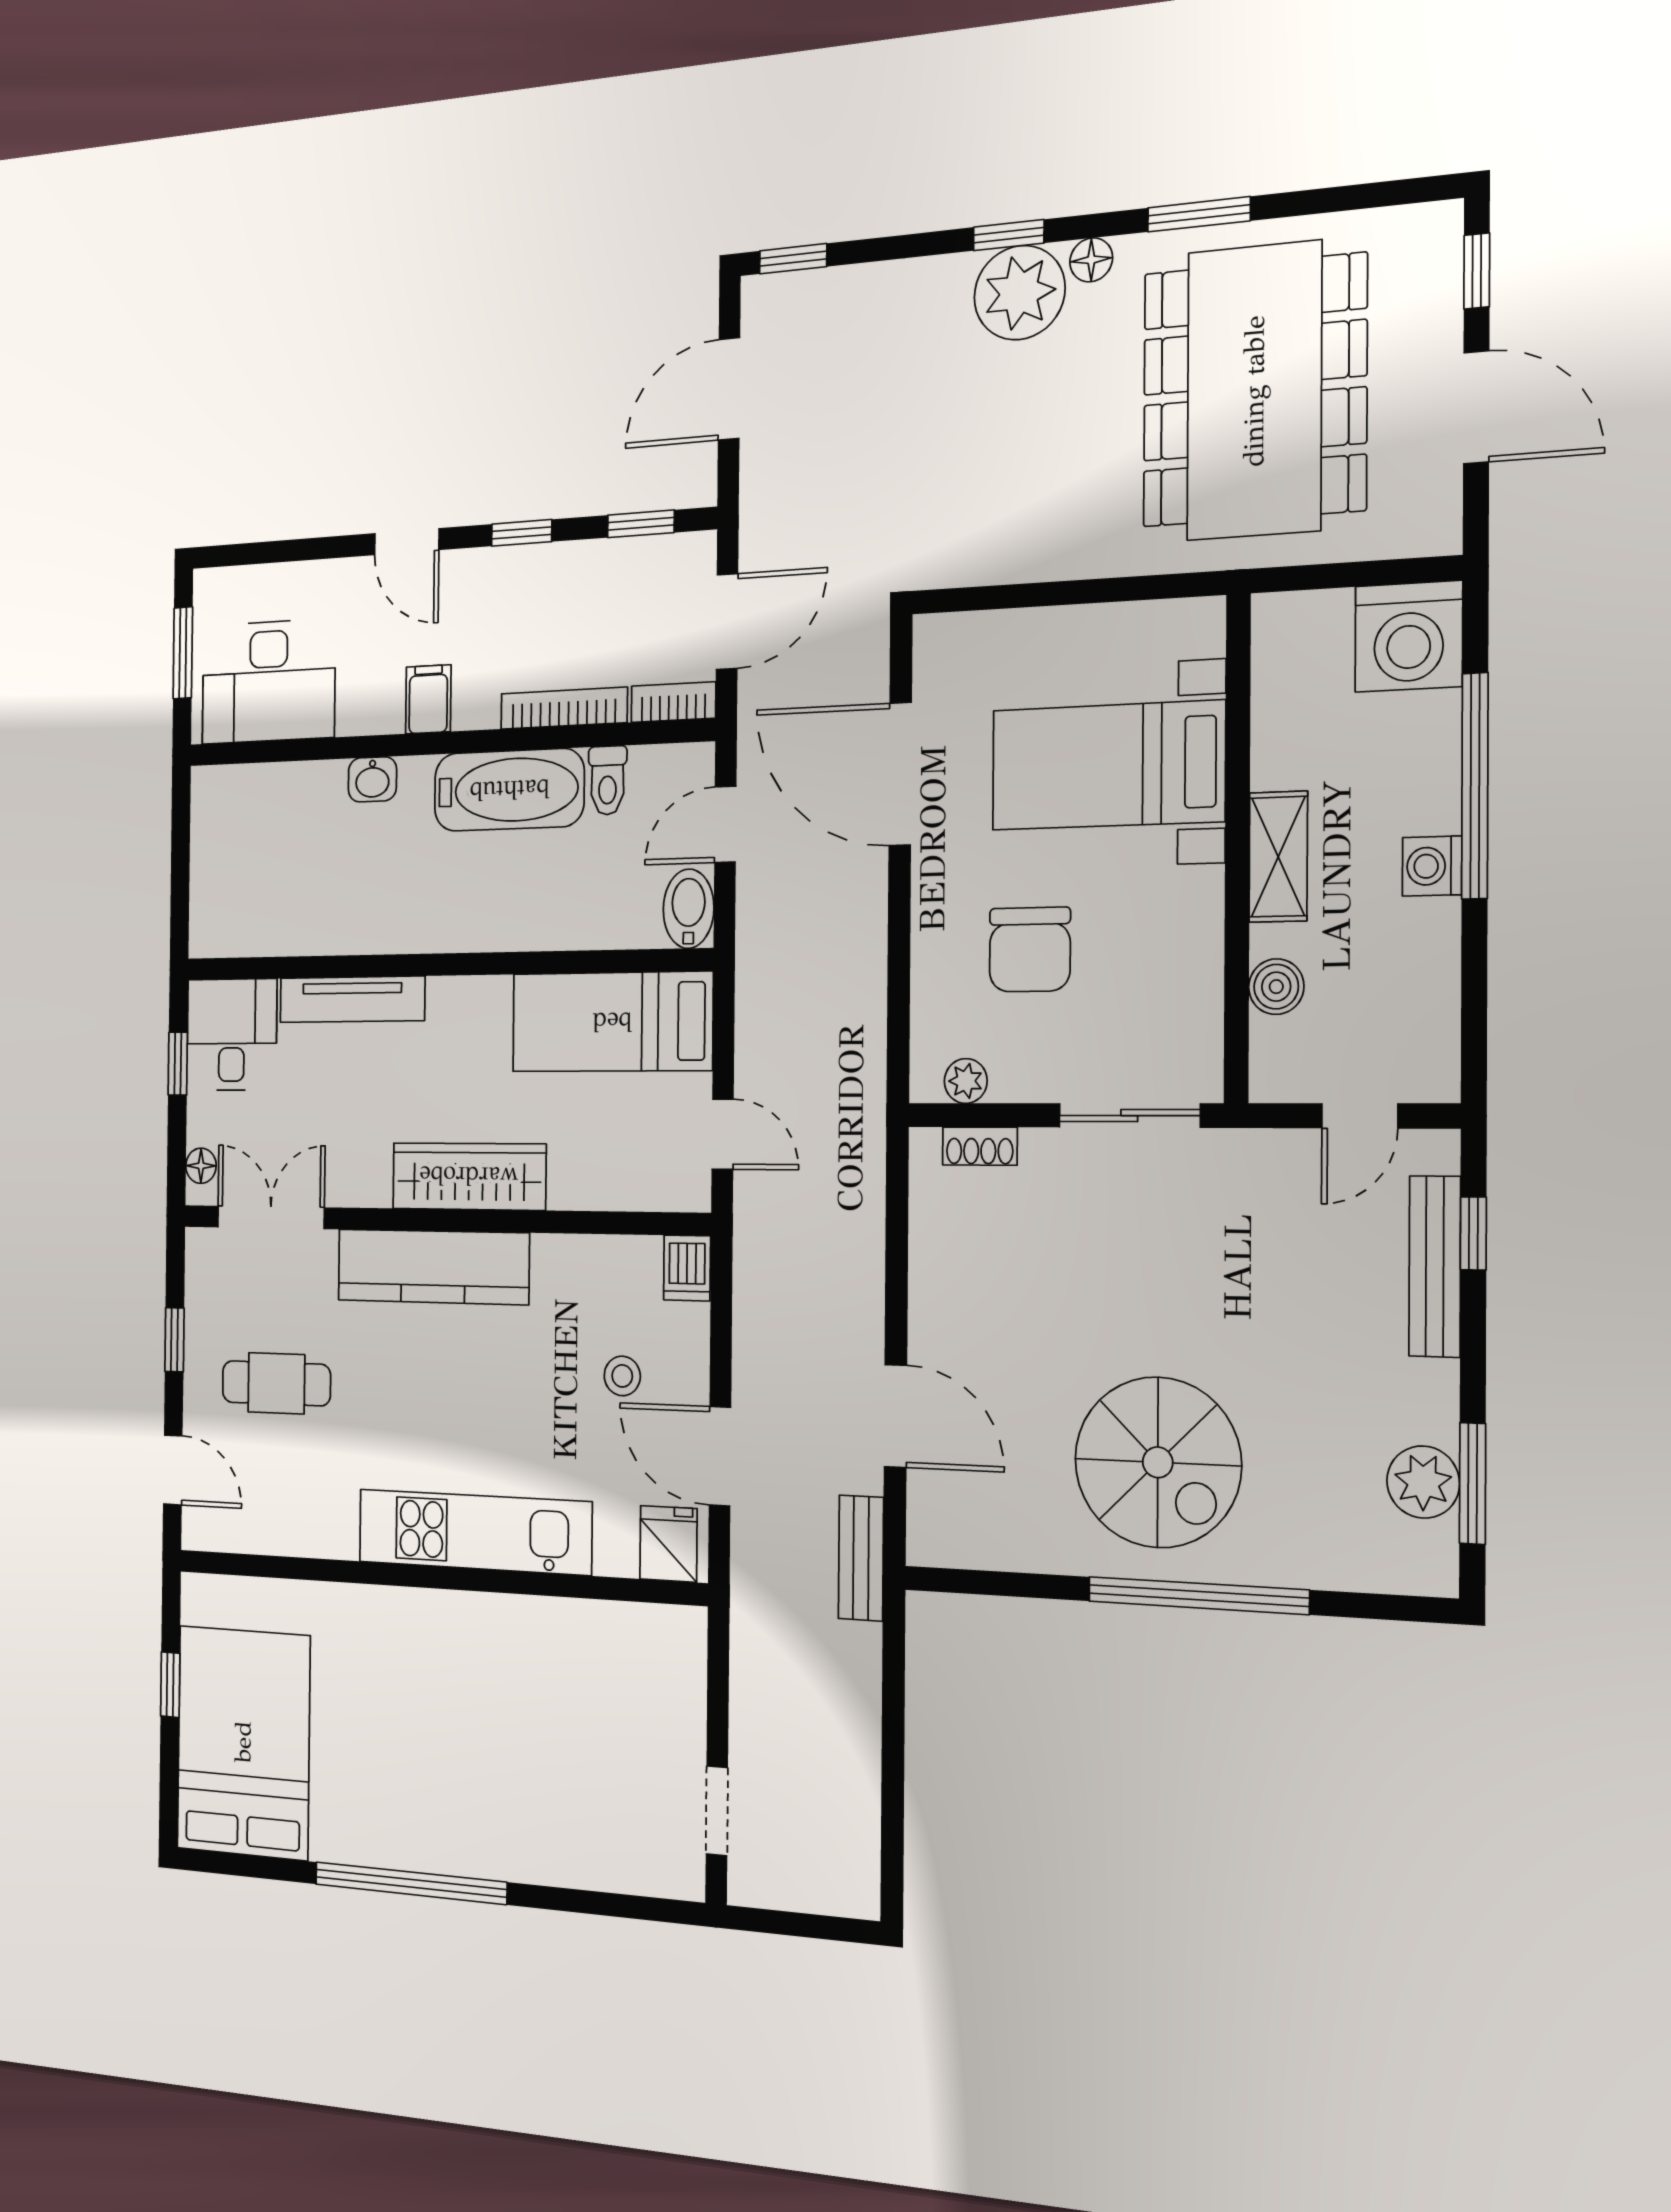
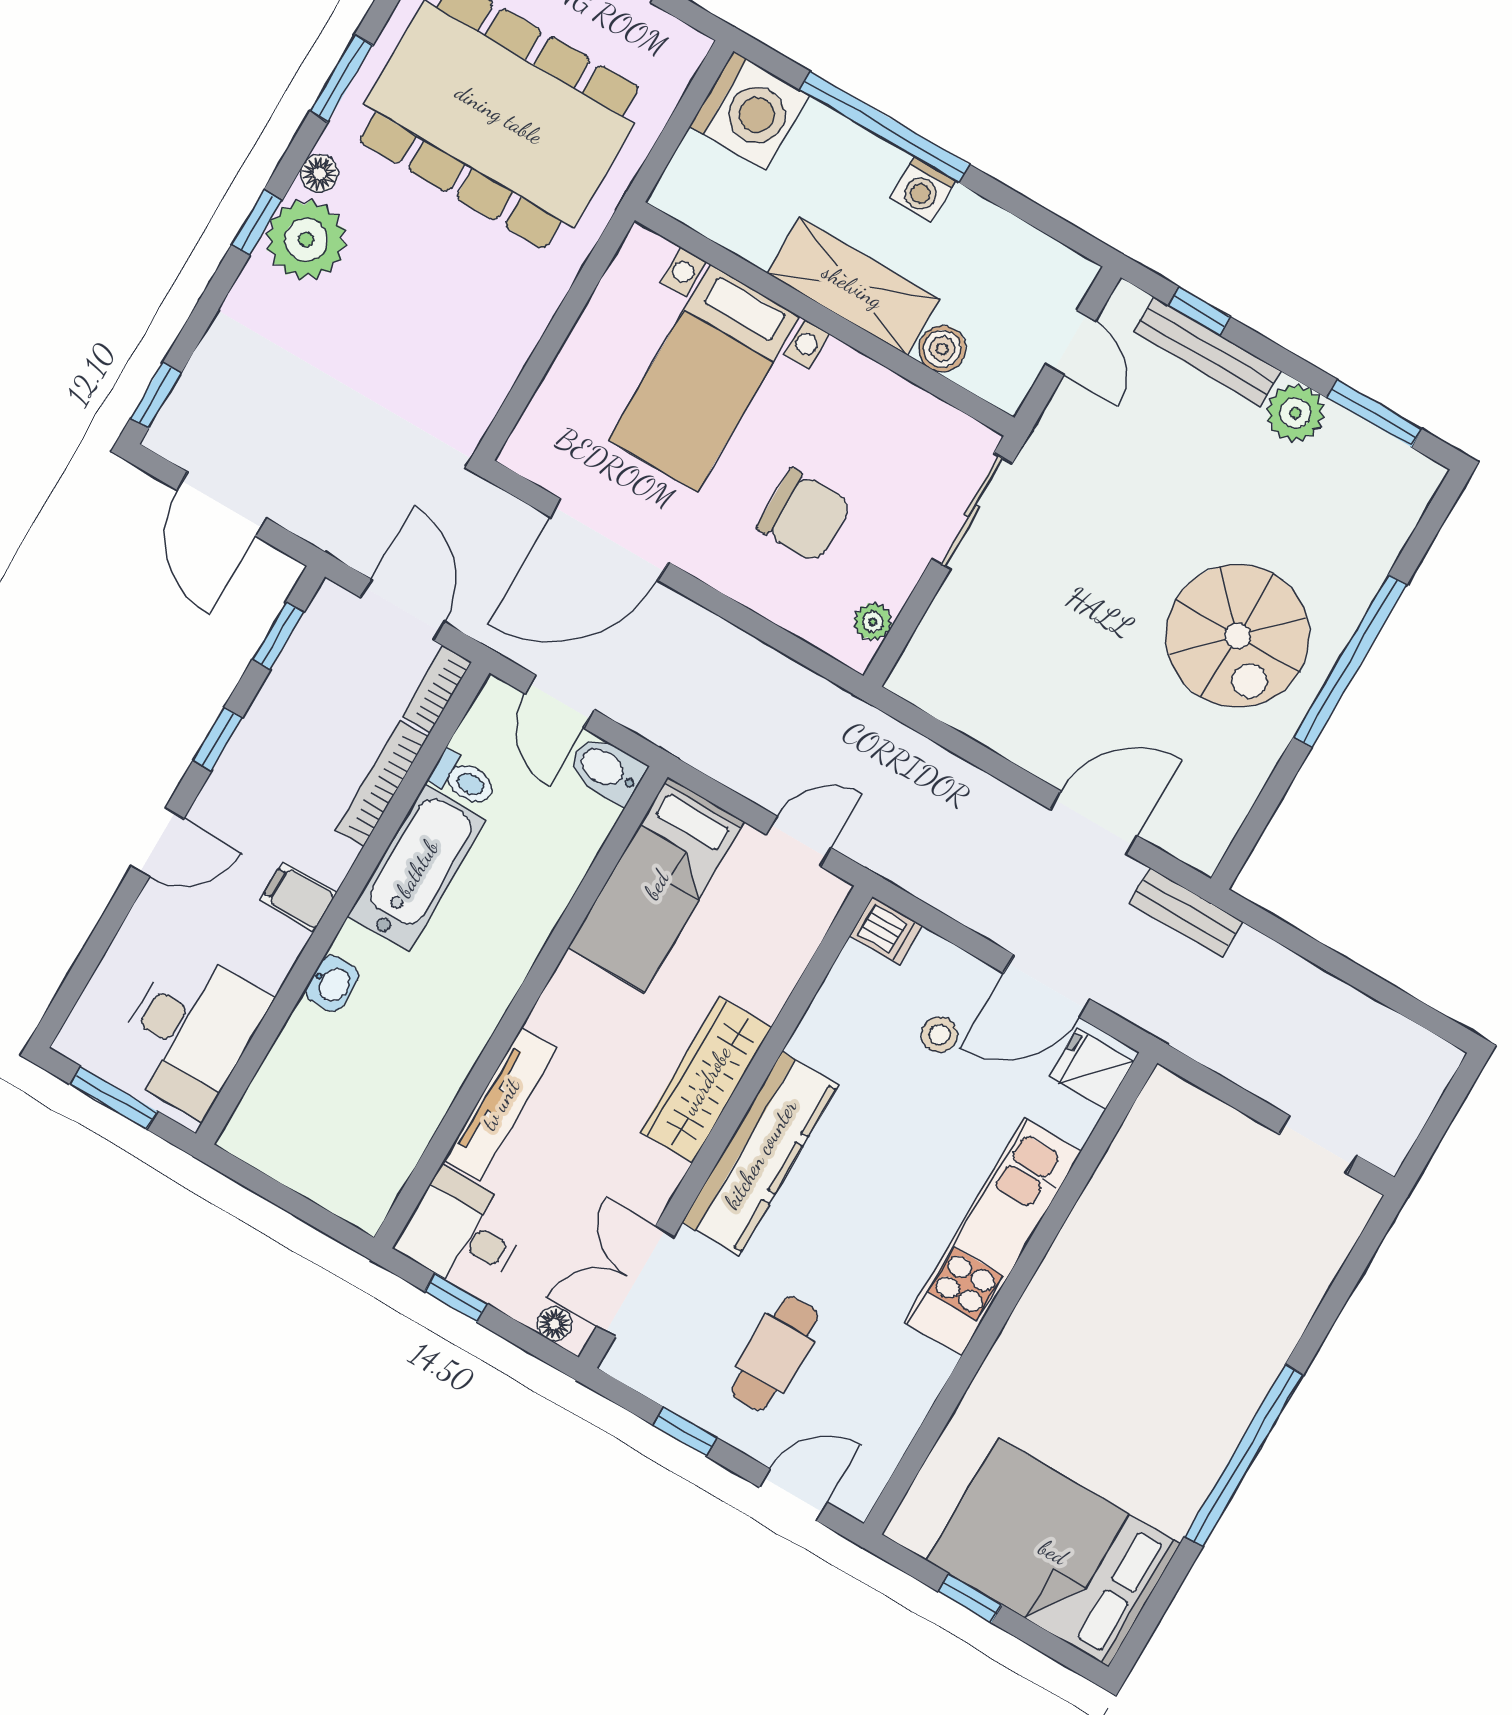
shelving: (1278, 857) -> (853, 286), width x1.50, depth x1.33
shoe rack: (980, 1146) -> (928, 639), removed
spiral stairs: (1158, 1462) -> (1238, 636), turned 90
plant: (1423, 1482) -> (1295, 413), moved

